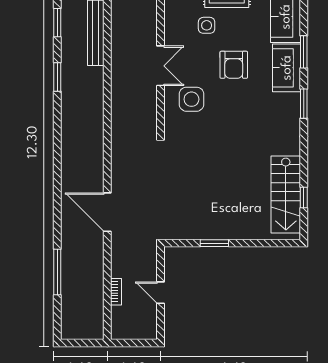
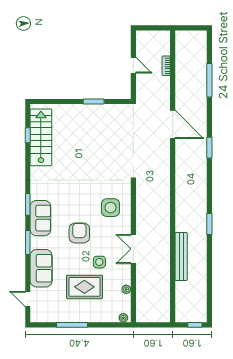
window: (57, 23) -> (209, 148), moved
double door: (160, 66) -> (133, 249), moved
sofa: (287, 68) -> (40, 218), moved

